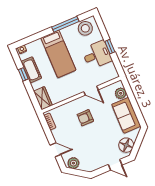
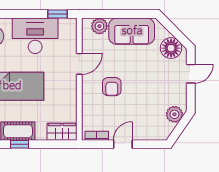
window: (110, 47) -> (57, 14), moved
desk: (97, 55) -> (35, 36), width x1.37
door: (55, 150) -> (123, 144), moved
plant: (73, 163) -> (174, 114), moved

